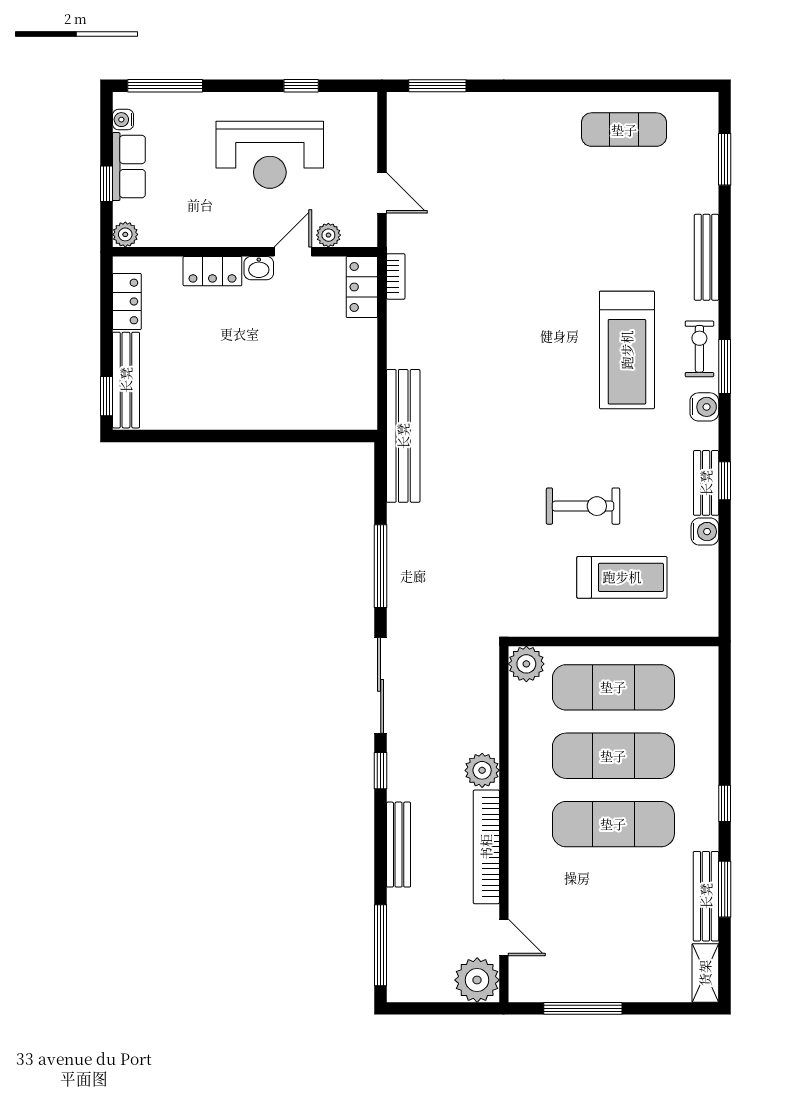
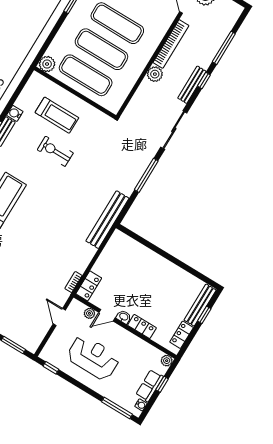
window: (301, 86) -> (51, 368), moved
window: (106, 396) -> (204, 315), moved
treadmill: (622, 577) -> (57, 115), turned 180
plant: (526, 664) -> (47, 64), moved
window: (381, 771) -> (204, 81), moved
bench: (399, 845) -> (192, 85), moved
window: (381, 945) -> (224, 48), moved

